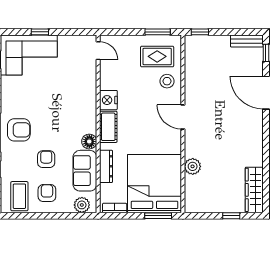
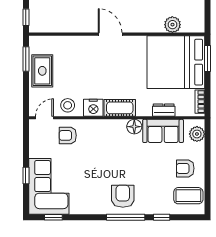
rug: (157, 56) -> (42, 71), moved
stool: (167, 81) -> (68, 105), moved
door: (183, 117) -> (110, 34), swing flipped
armchair: (46, 159) -> (68, 135), moved
dresser: (106, 166) -> (164, 110), width x0.70
plant: (193, 166) -> (172, 25), moved

